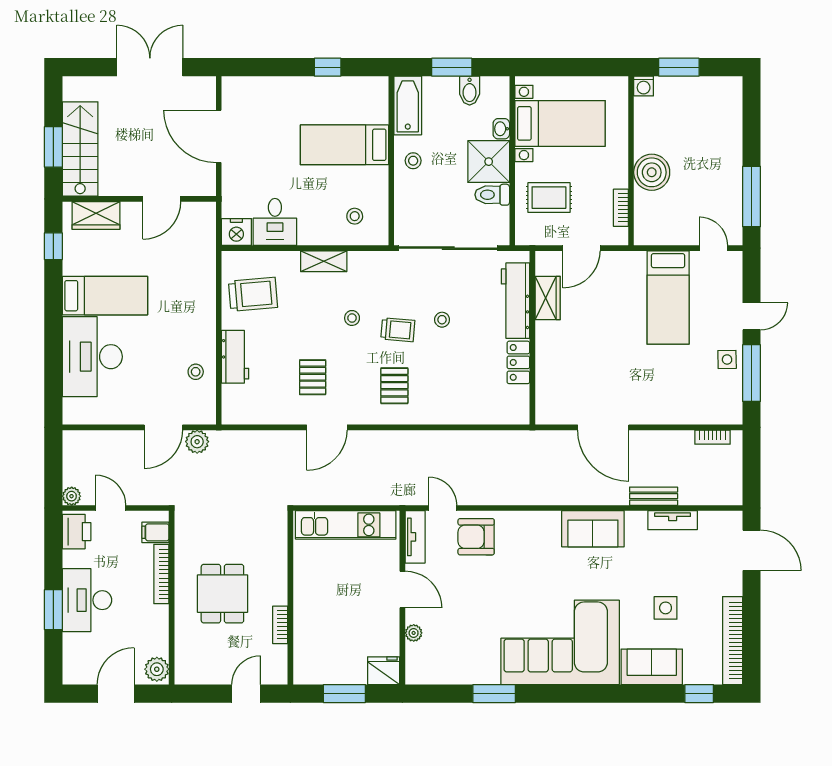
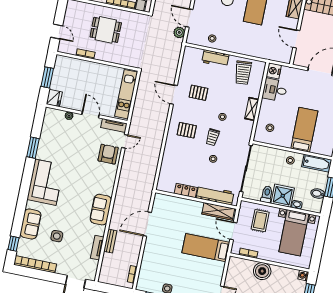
bed: (668, 297) -> (206, 248), moved
wardrobe: (548, 298) -> (218, 211), width x1.50
door: (402, 590) -> (90, 115), swing flipped
corner sofa: (560, 642) -> (45, 182), width x0.73, depth x0.74

